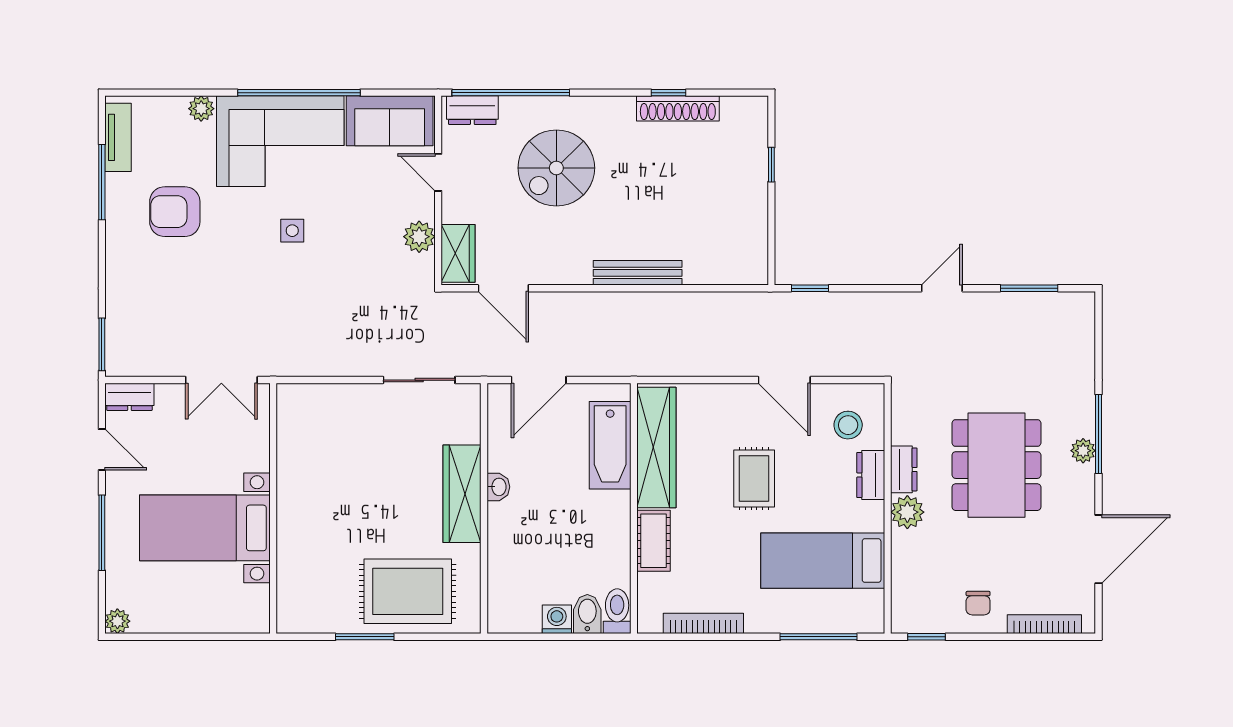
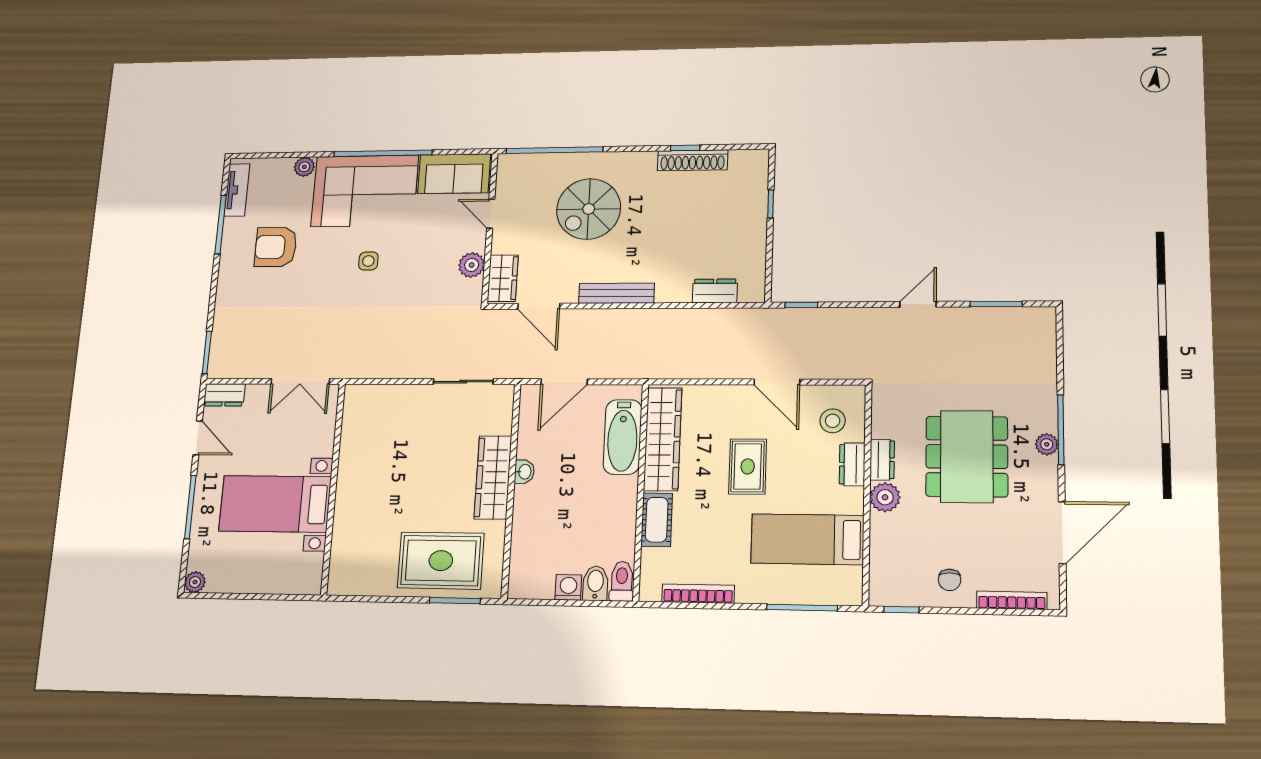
dresser: (472, 110) -> (715, 291), moved, turned 180
bench: (638, 273) -> (616, 293), moved
window: (365, 637) -> (455, 601), moved

